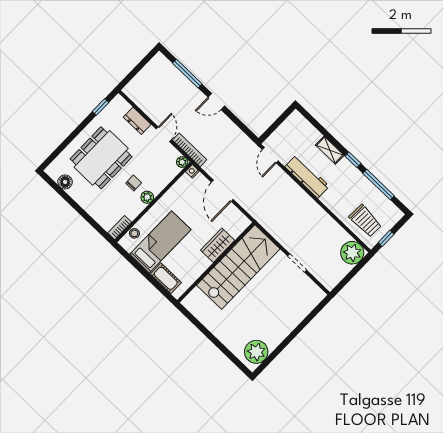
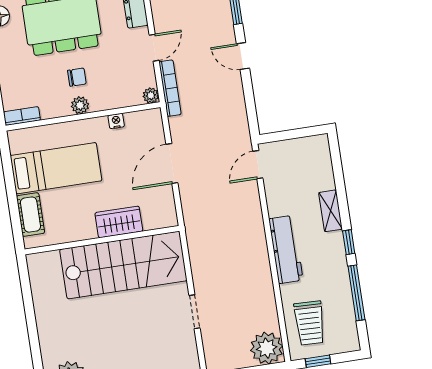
nightstand: (192, 171) -> (116, 121), moved
workbench: (307, 176) -> (286, 249), moved
stool: (134, 233) -> (34, 136), removed

